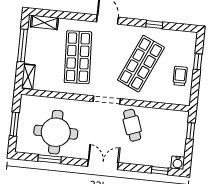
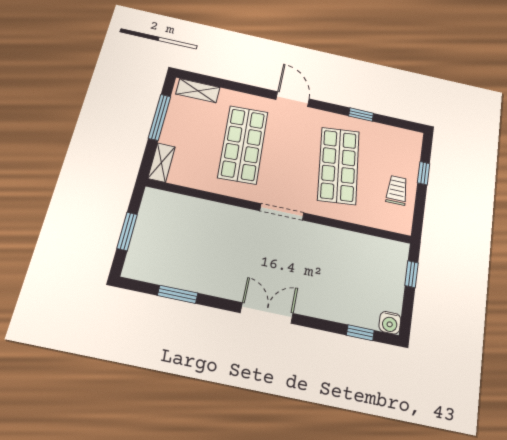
shop shelf: (141, 64) -> (339, 165), turned -30
cafe table: (132, 125) -> (319, 255), removed
round table: (56, 132) -> (194, 252), removed

